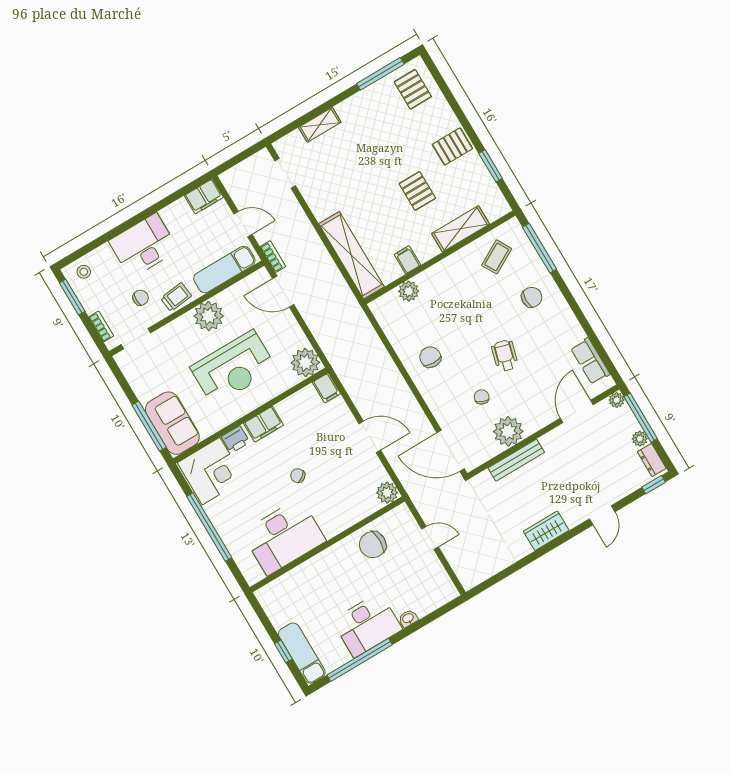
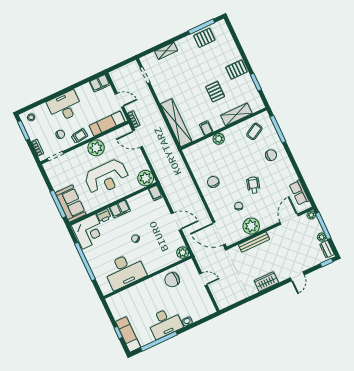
pallet: (413, 89) -> (204, 38), moved, turned 90
plant: (409, 291) -> (219, 139), moved

